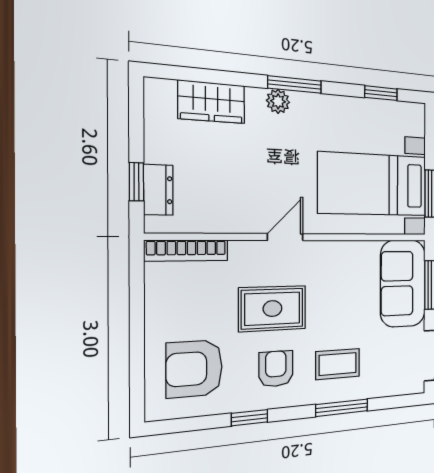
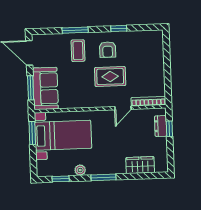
plant: (278, 101) -> (80, 170), moved
door: (285, 237) -> (123, 108), moved
coffee table: (338, 364) -> (78, 51), turned 90
armchair: (194, 369) -> (143, 51), removed

